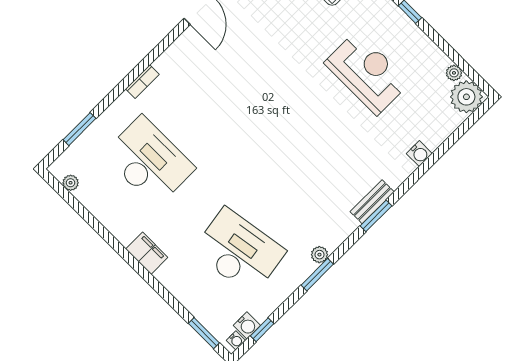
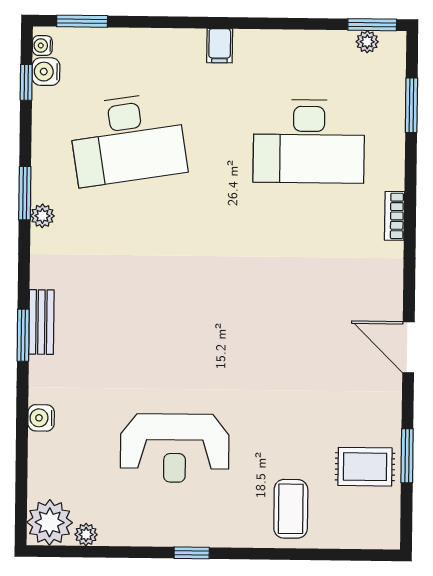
window: (60, 189) -> (372, 25), added
window: (376, 216) -> (23, 335), moved
filing cabinet: (147, 253) -> (220, 46), width x0.50

